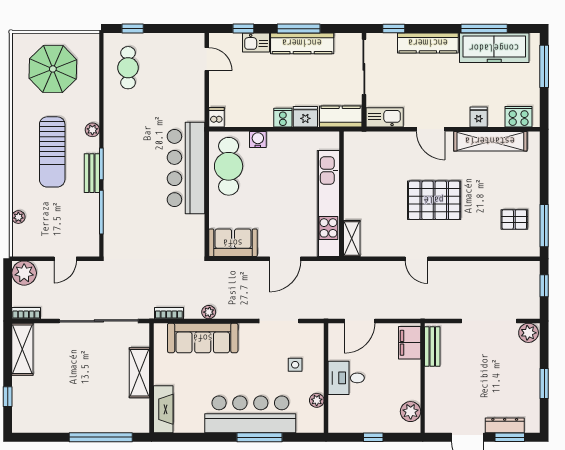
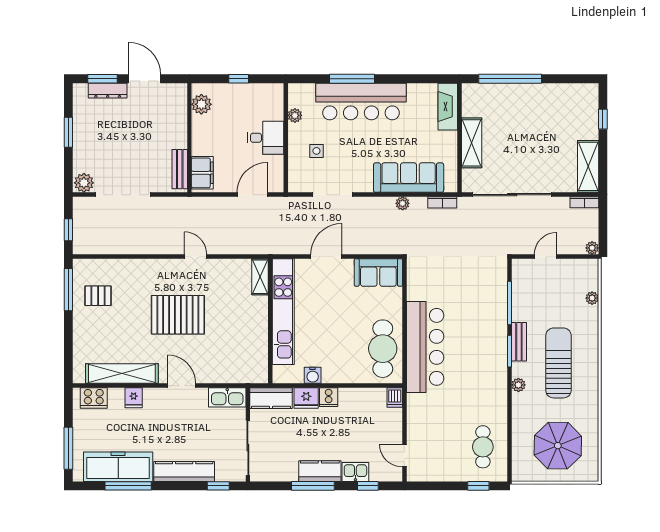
kitchen counter: (302, 43) -> (320, 471), width x0.67
water cooler: (258, 140) -> (313, 375), moved
plant: (24, 273) -> (592, 248), width x0.53, depth x0.53

